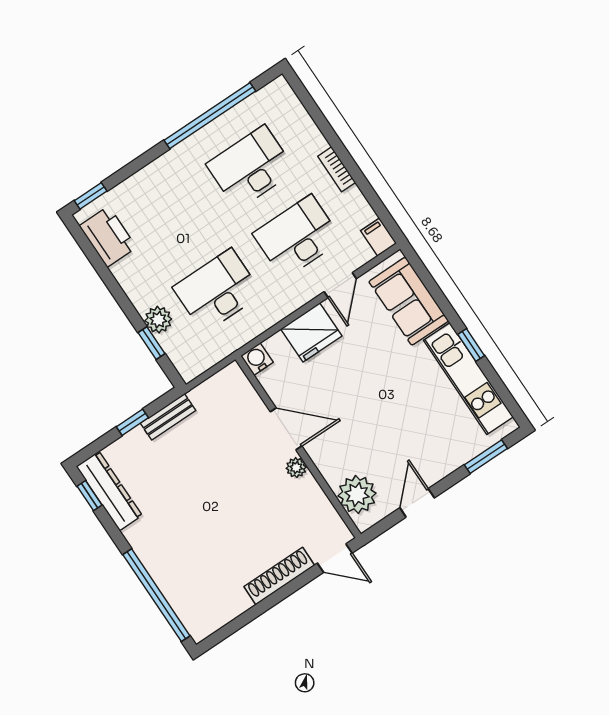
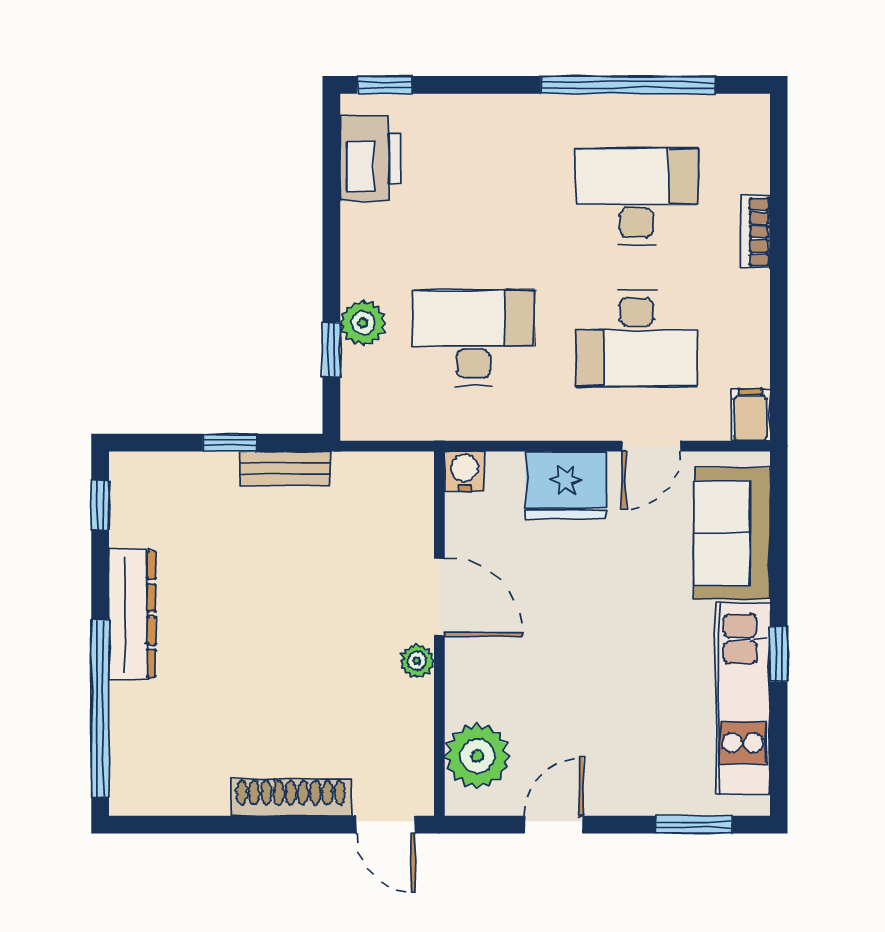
bookcase: (337, 169) -> (755, 232), moved
desk: (297, 237) -> (637, 338), turned 180
dresser: (109, 491) -> (132, 614), moved

